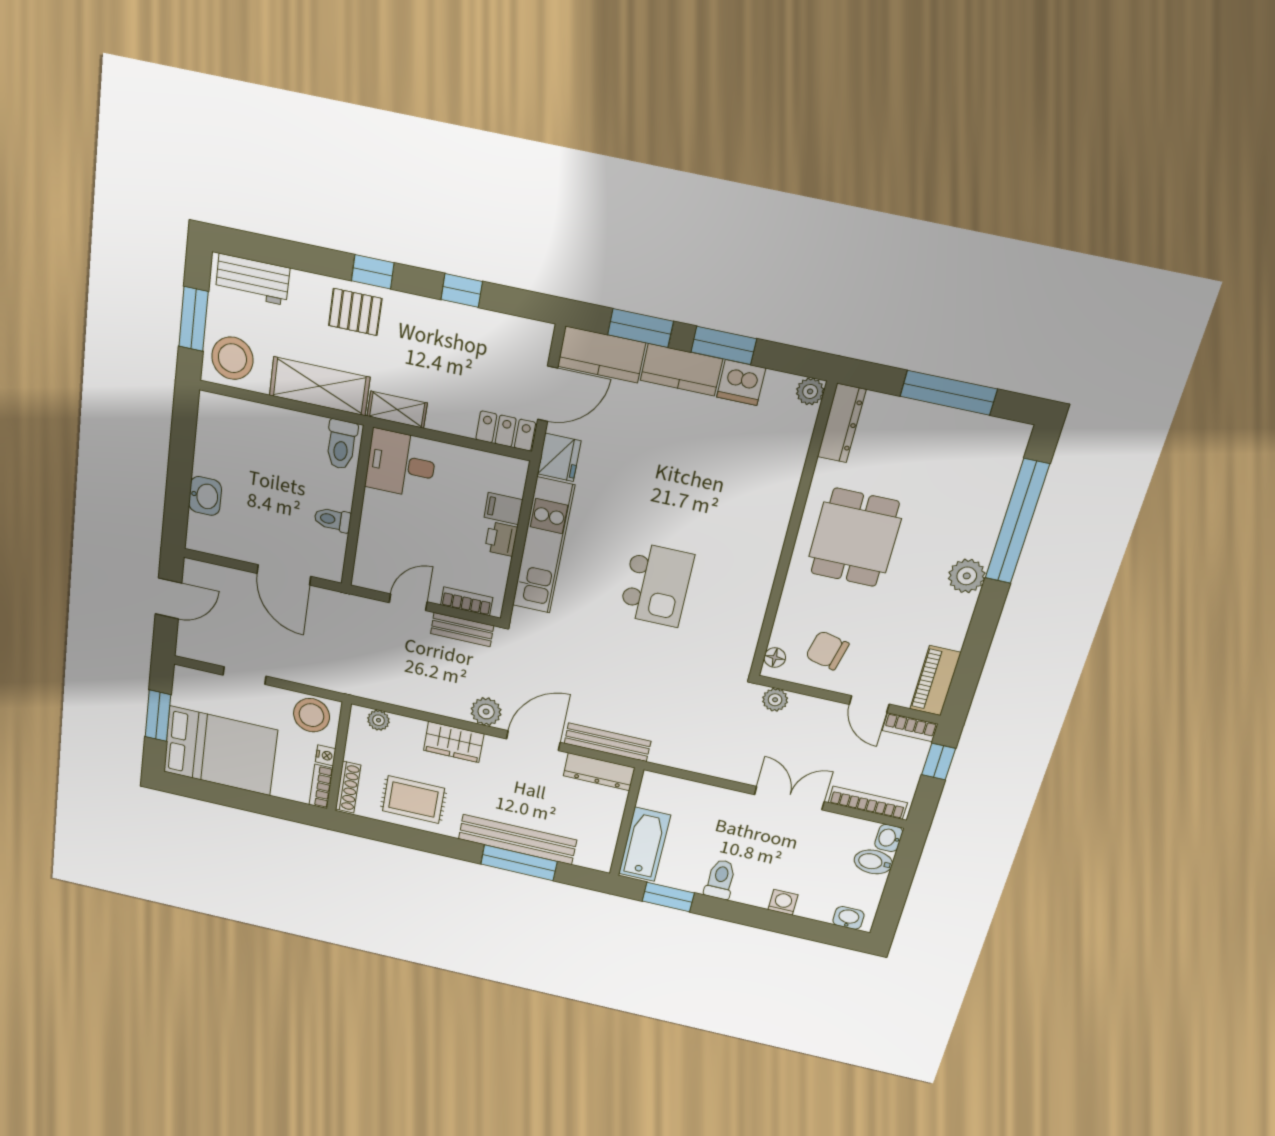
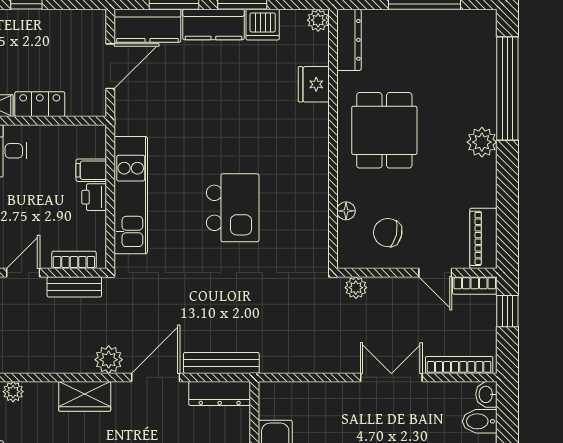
locker: (506, 431) -> (40, 104), moved
fridge: (559, 457) -> (314, 84), moved, turned 180
floor lamp: (775, 658) -> (346, 211), moved

